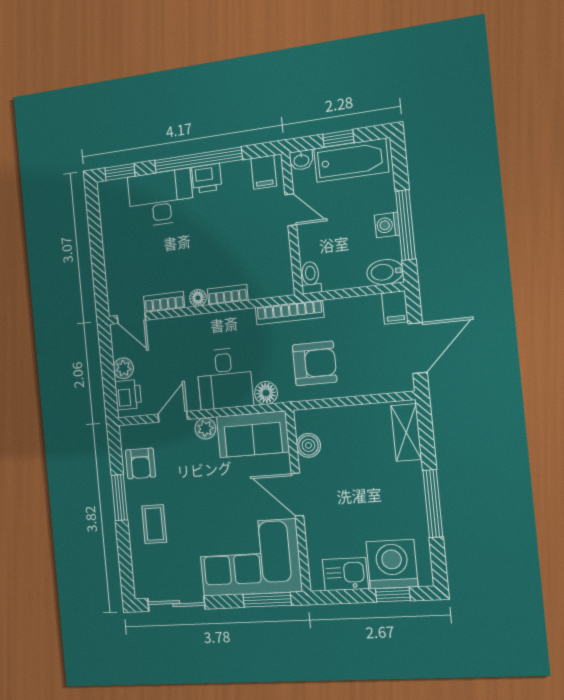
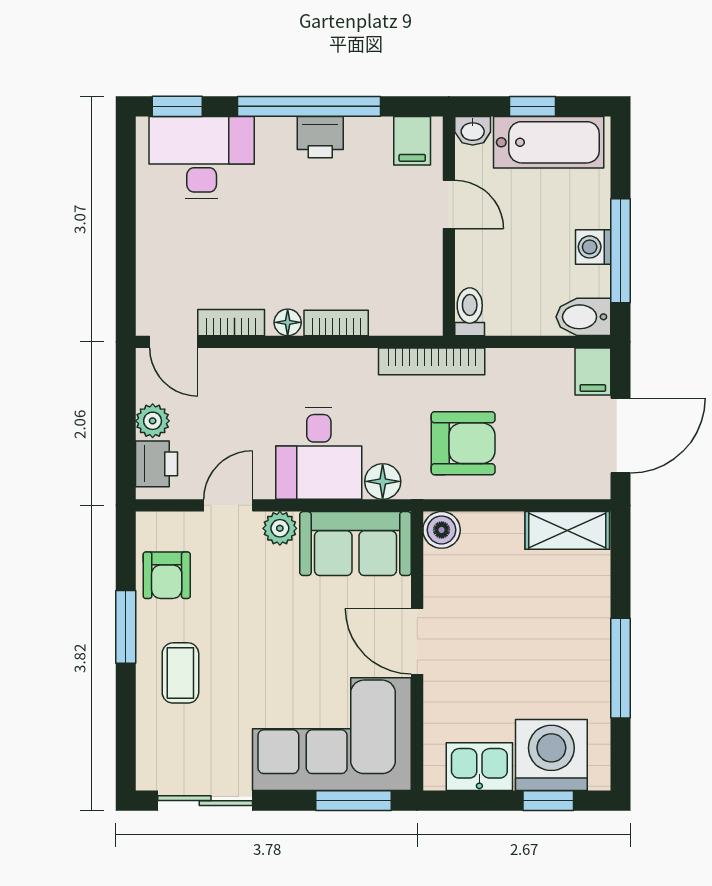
desk: (161, 198) -> (202, 158), moved
shelving: (406, 432) -> (567, 530), moved, turned 90
boiler: (308, 445) -> (442, 530), moved

